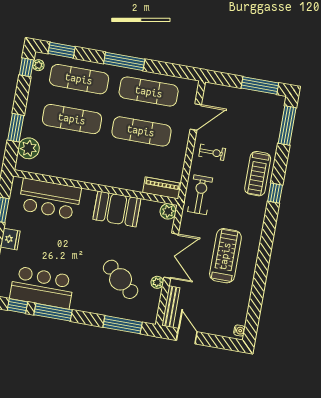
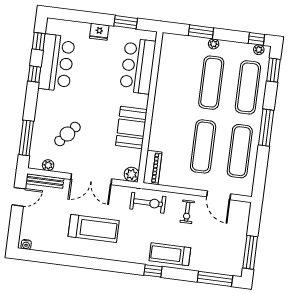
plant: (29, 148) -> (214, 44), moved, width x0.53, depth x0.53
cafe table: (121, 279) -> (67, 134), width x0.73, depth x0.74
plant: (157, 282) -> (48, 165), moved
window: (53, 312) -> (34, 74), width x0.46

